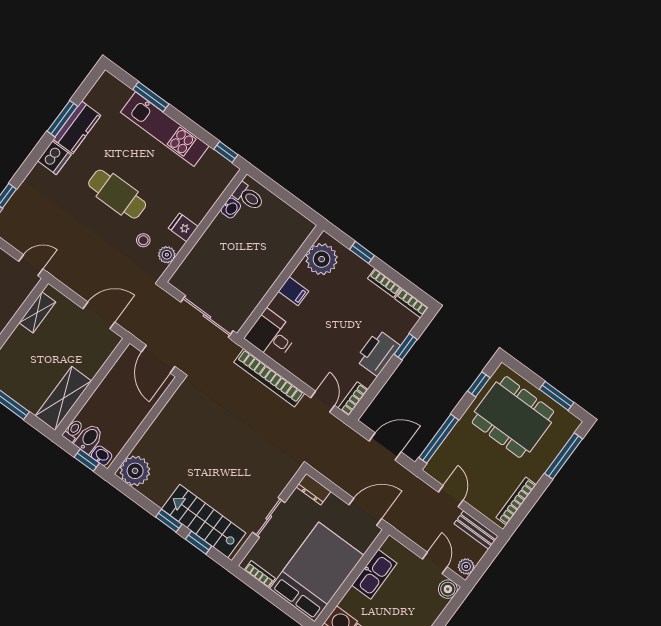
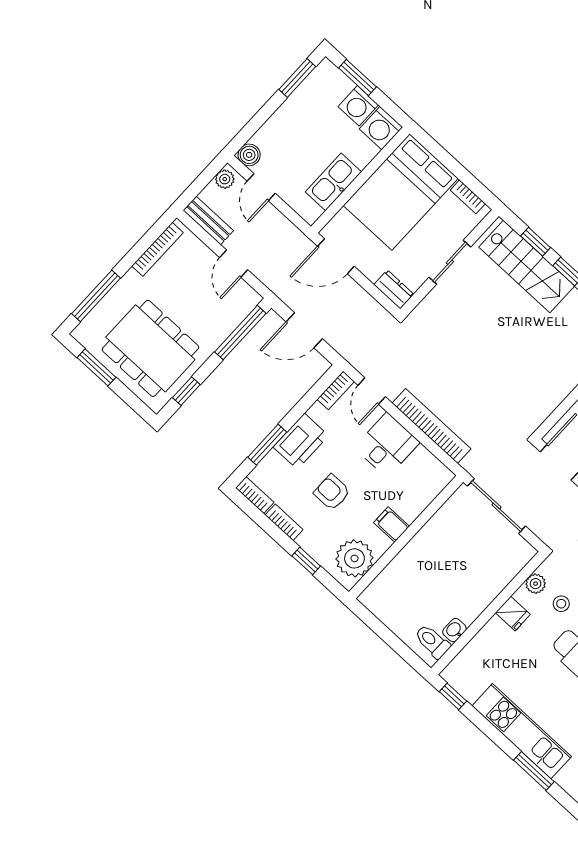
armchair: (347, 313) -> (332, 492), added
desk: (272, 335) -> (387, 445), moved, turned -90
window: (406, 347) -> (267, 445), width x1.50

